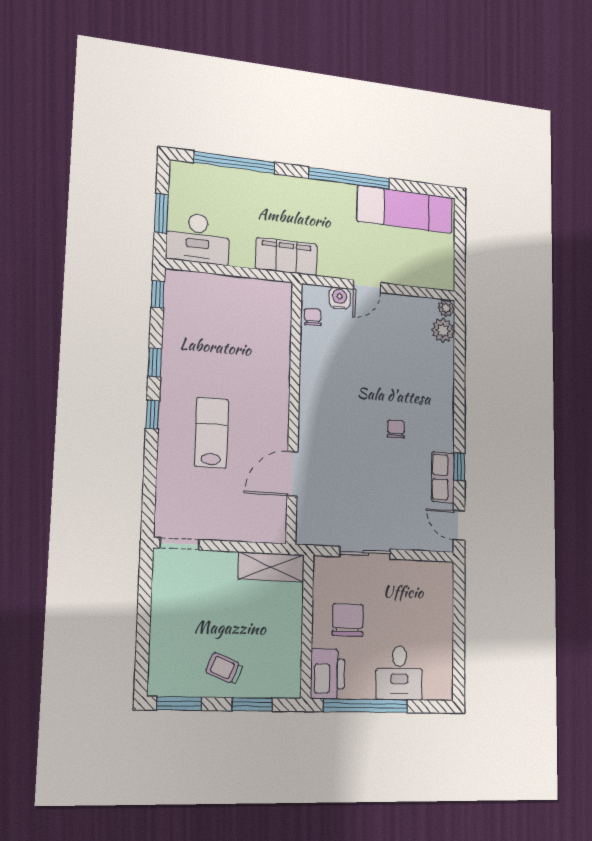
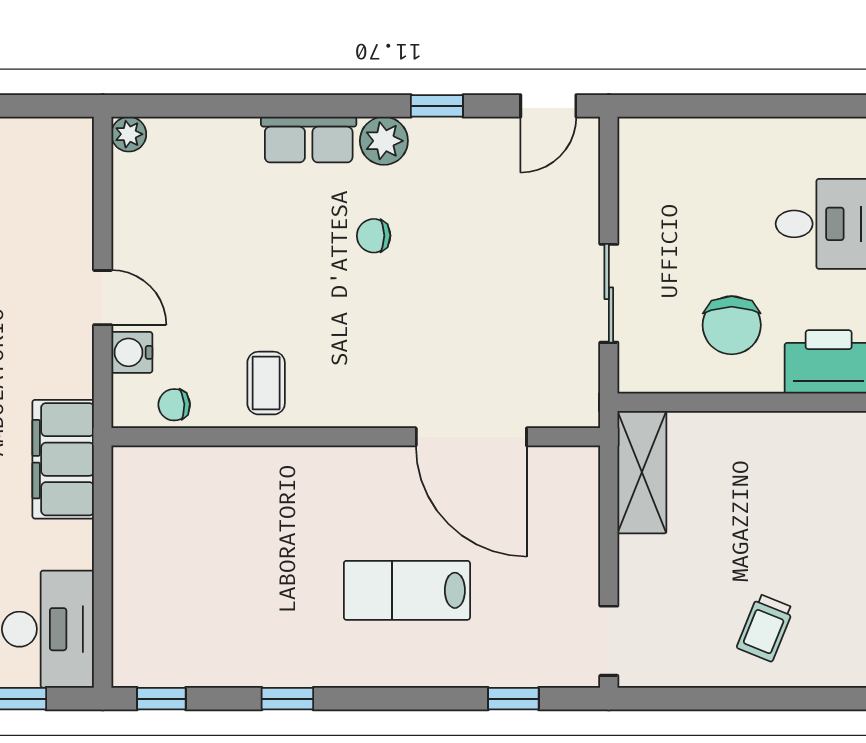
plant: (443, 330) -> (384, 141), moved
coffee table: (323, 366) -> (266, 383), added
window: (153, 415) -> (513, 699), moved
door: (292, 474) -> (471, 437), width x1.36
row of seats: (443, 477) -> (309, 140), moved
chair: (348, 620) -> (732, 325), turned -90
trolley: (224, 668) -> (765, 628), moved

